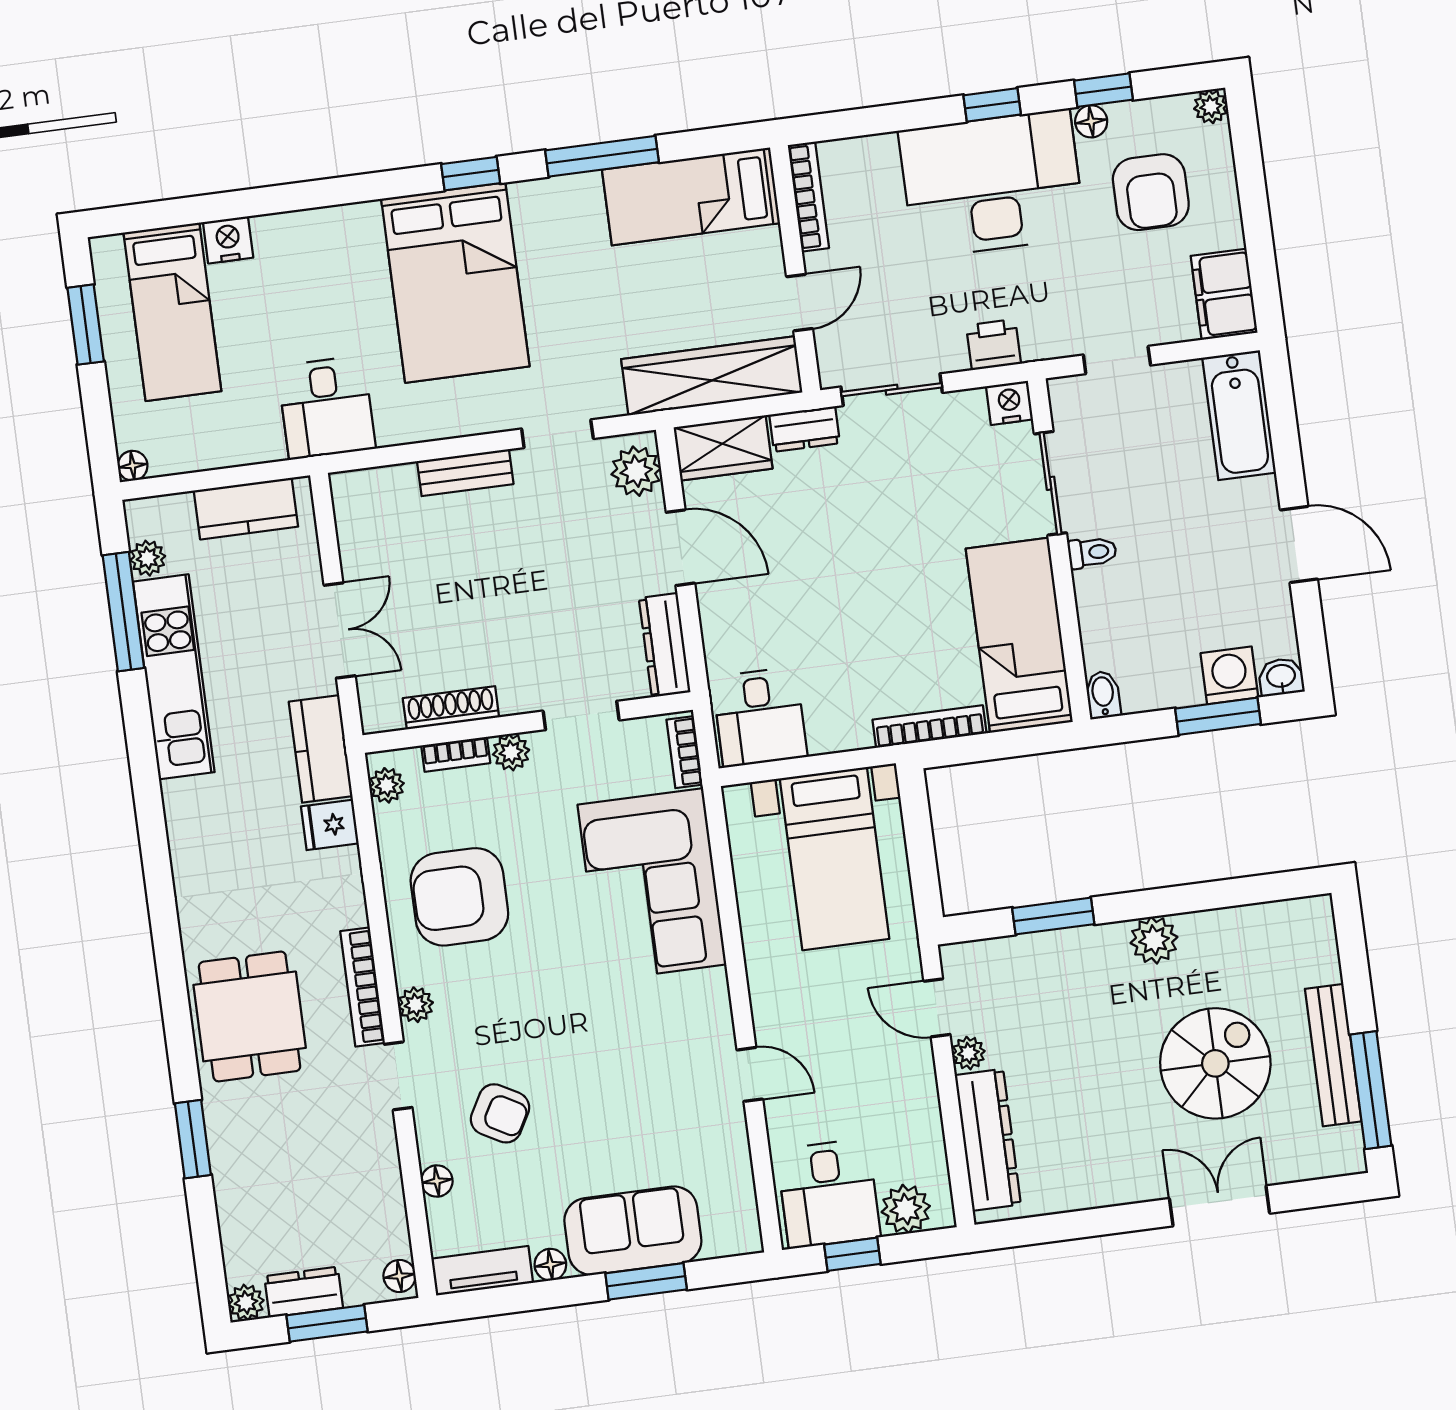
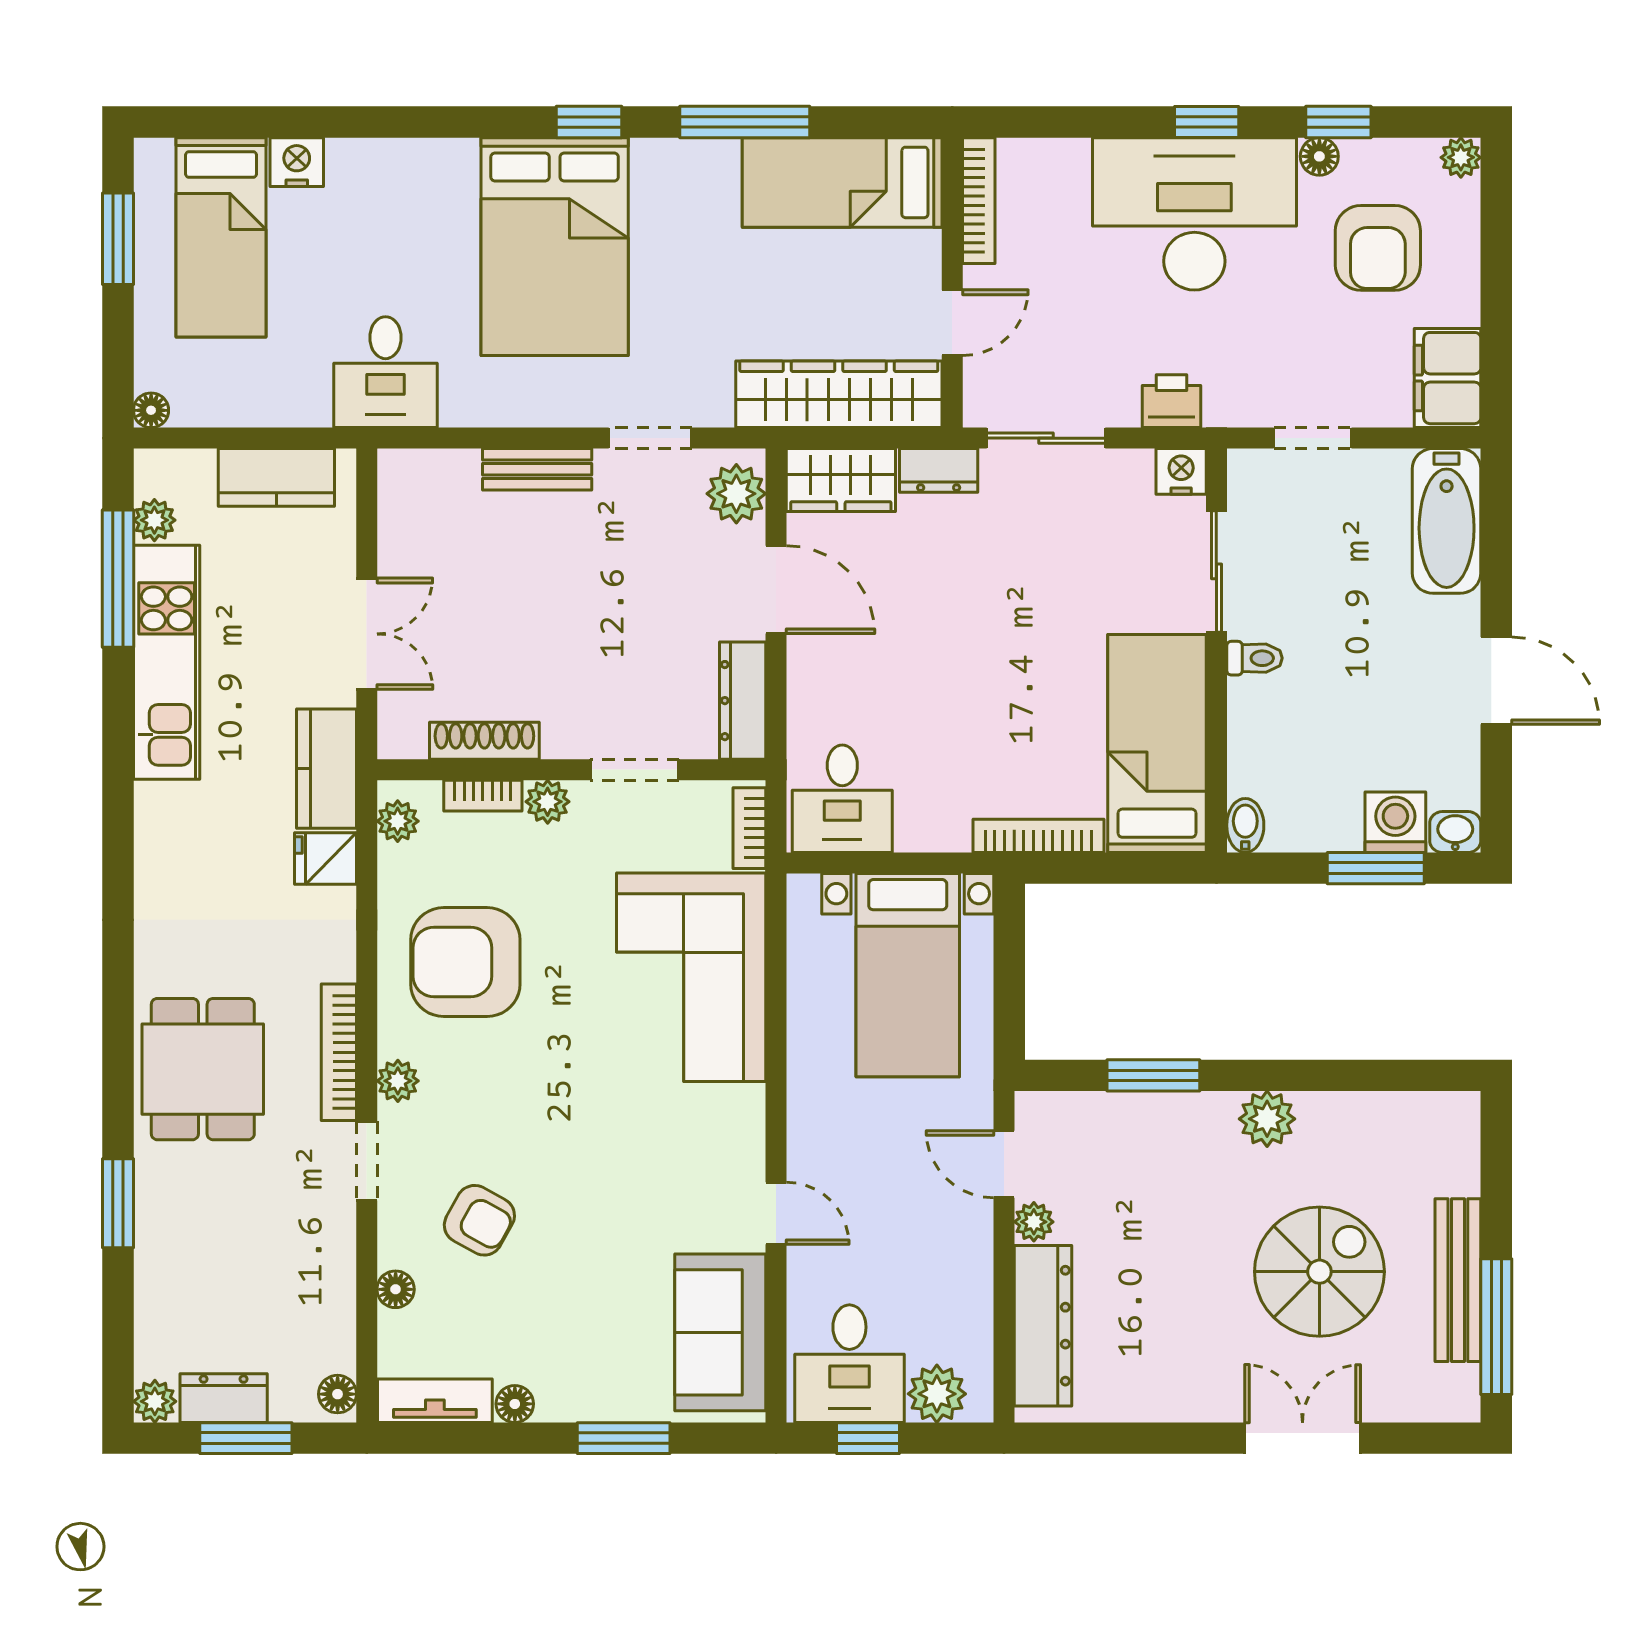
sofa: (633, 1231) -> (720, 1332), moved, turned -90

